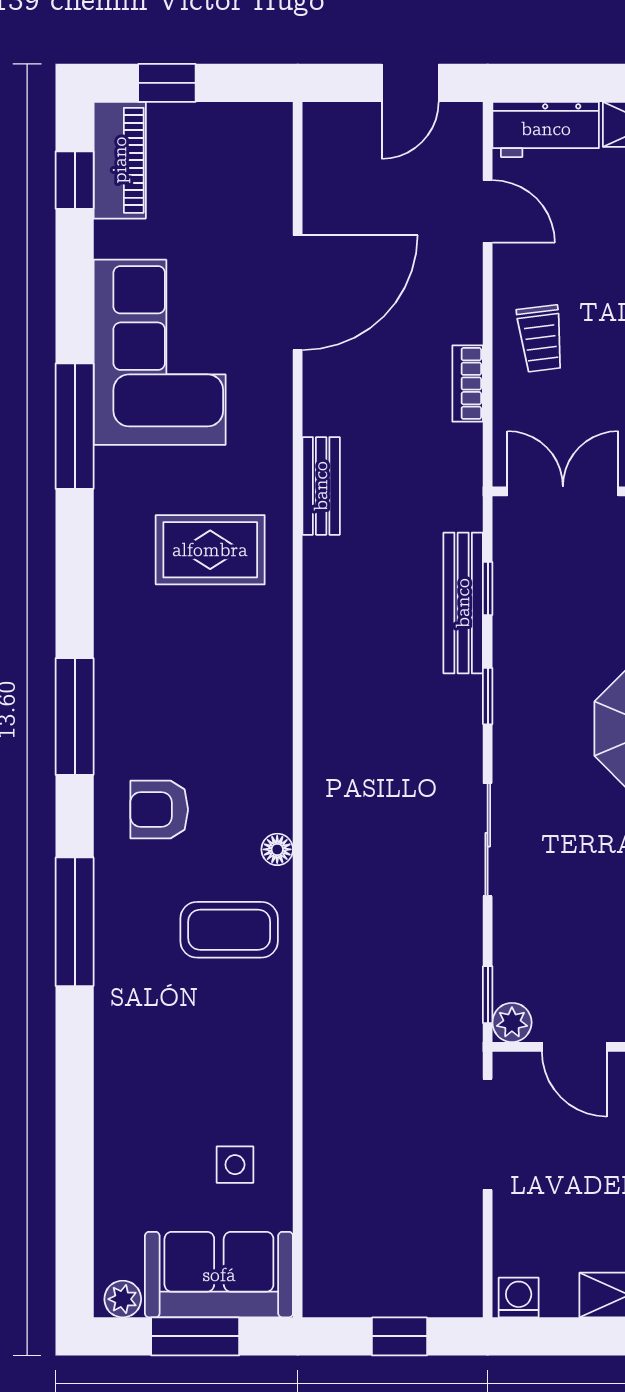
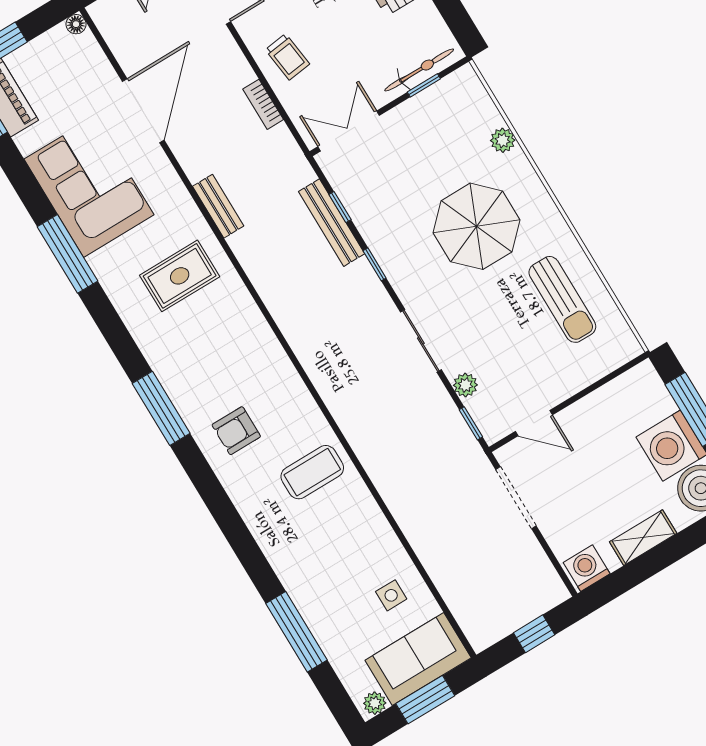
floor lamp: (277, 849) -> (76, 24), moved
window: (75, 922) -> (297, 632), moved
plant: (512, 1022) -> (465, 385), moved
washing machine: (519, 1297) -> (587, 568), width x1.38, depth x1.38

